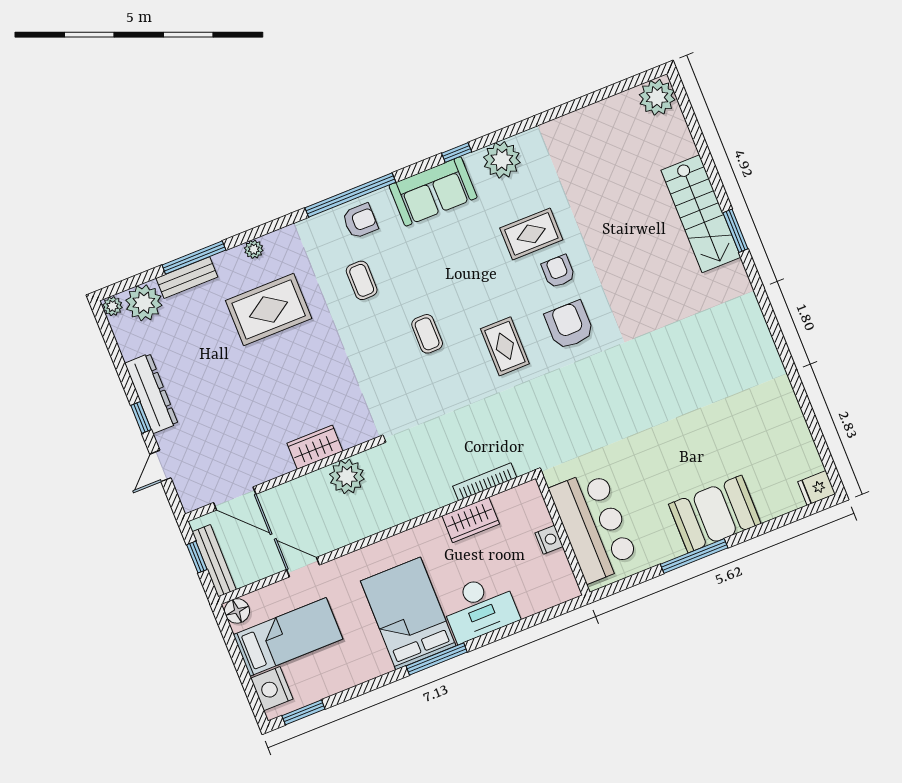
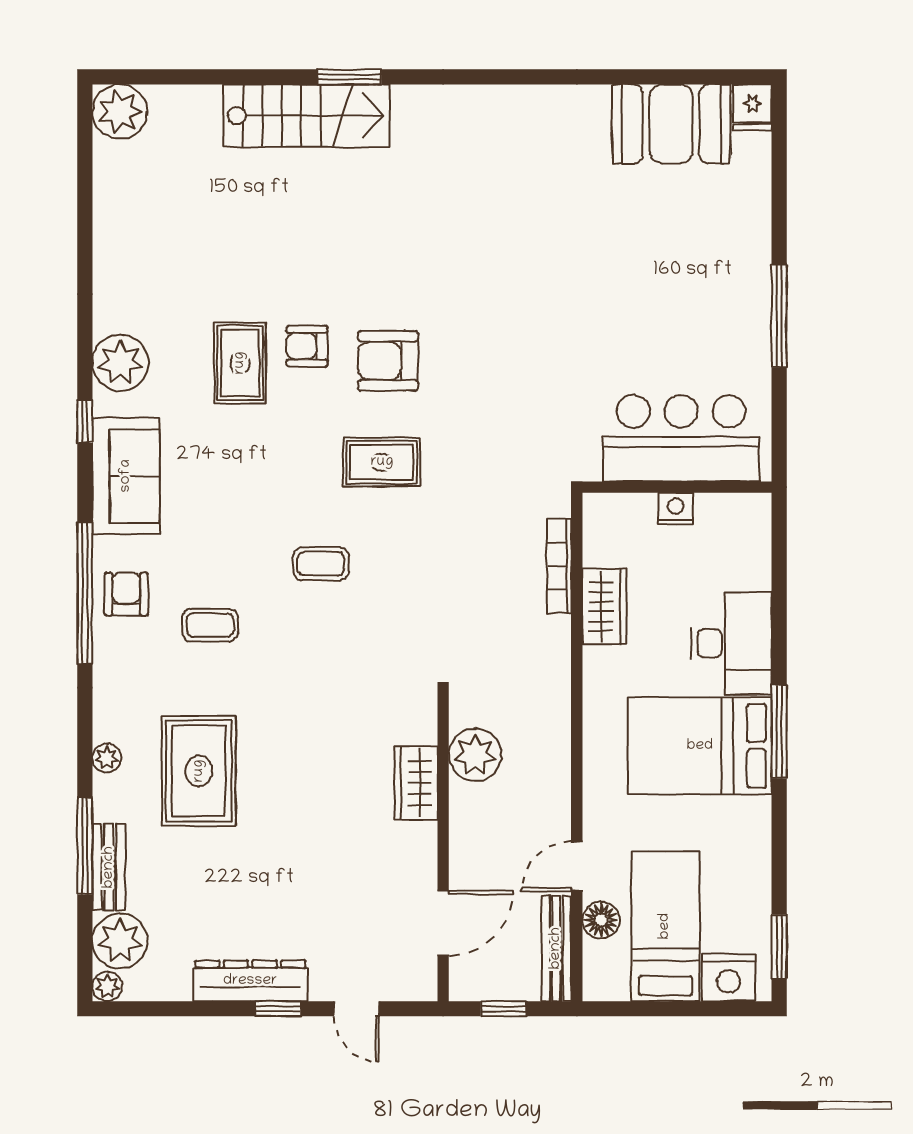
booth: (715, 514) -> (671, 124), moved, turned 90
bench: (214, 561) -> (556, 948), moved, turned 90
floor lamp: (237, 611) -> (601, 920), moved

